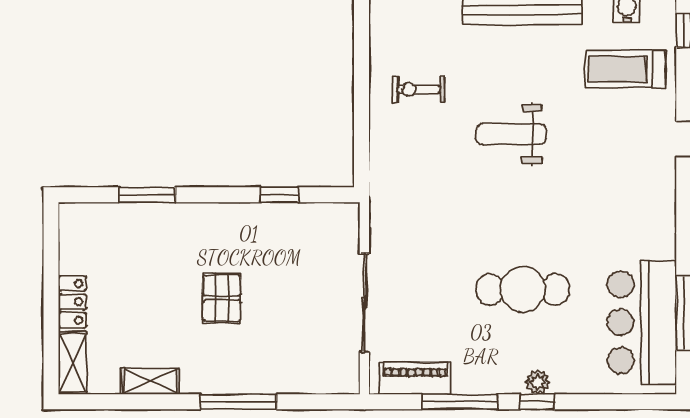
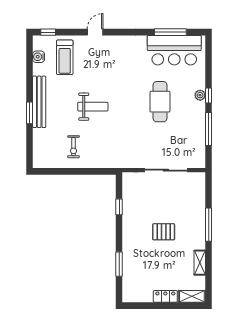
weight bench: (511, 134) -> (93, 107), turned -90
piano: (415, 378) -> (198, 148), removed

